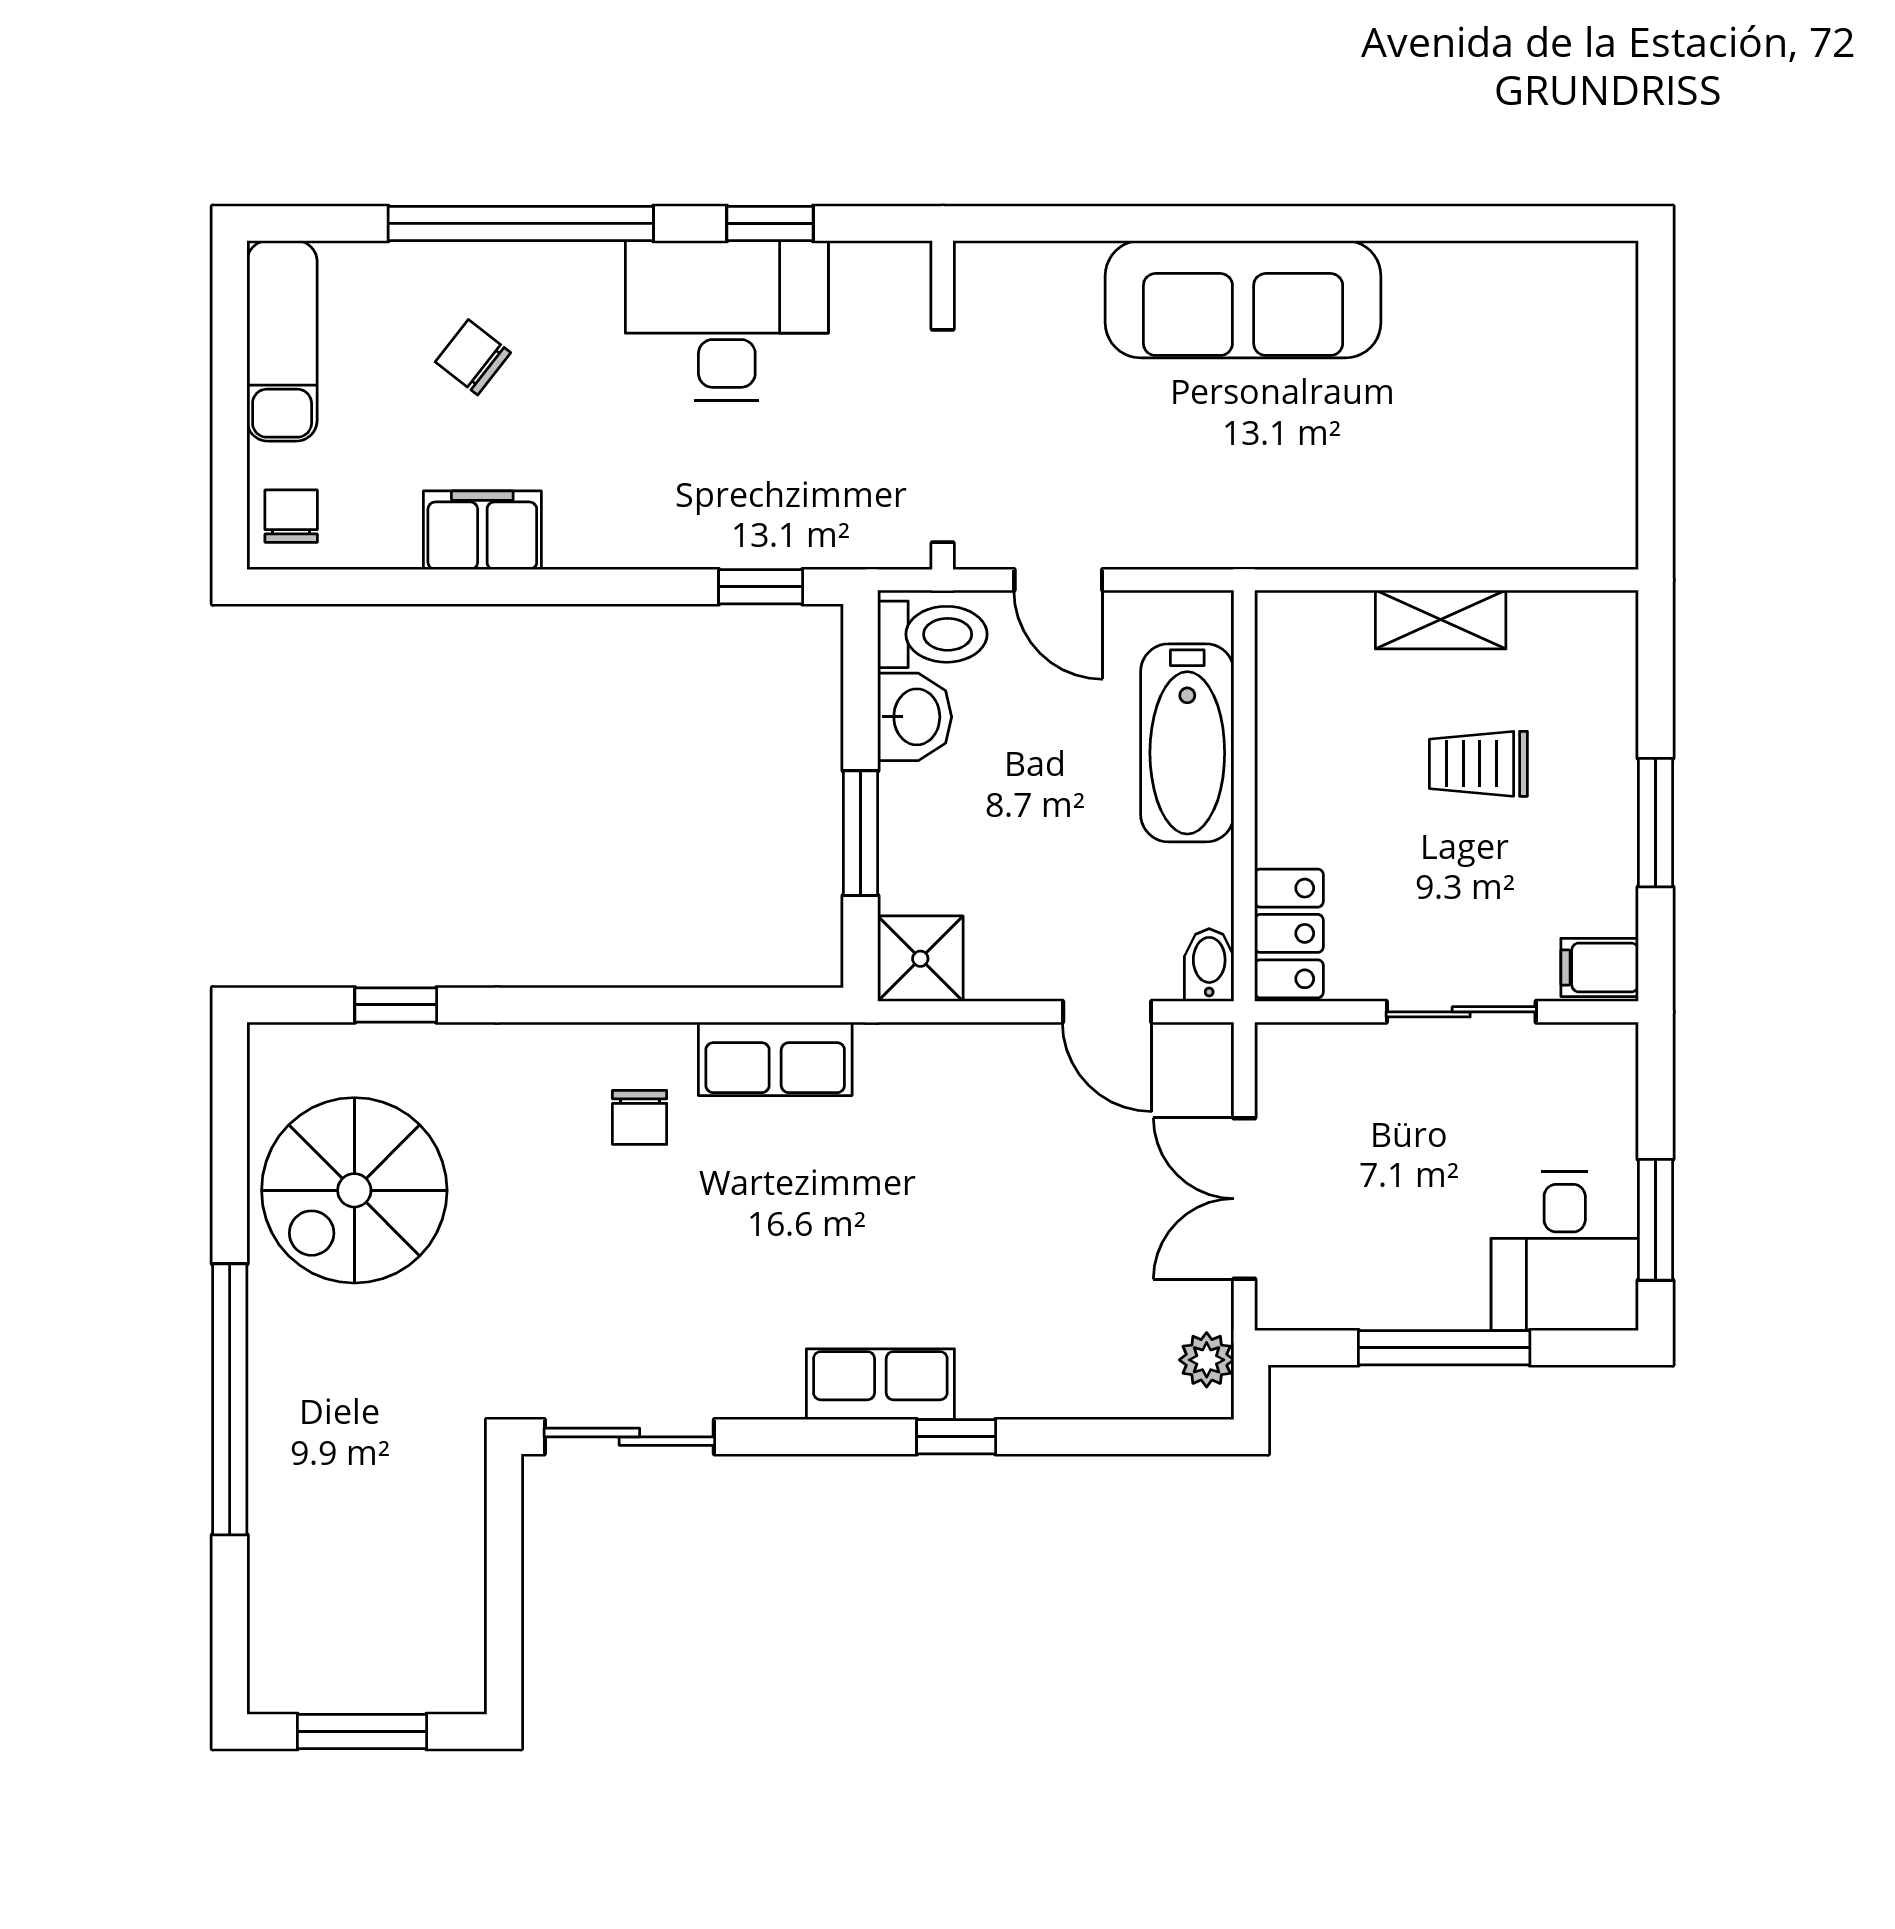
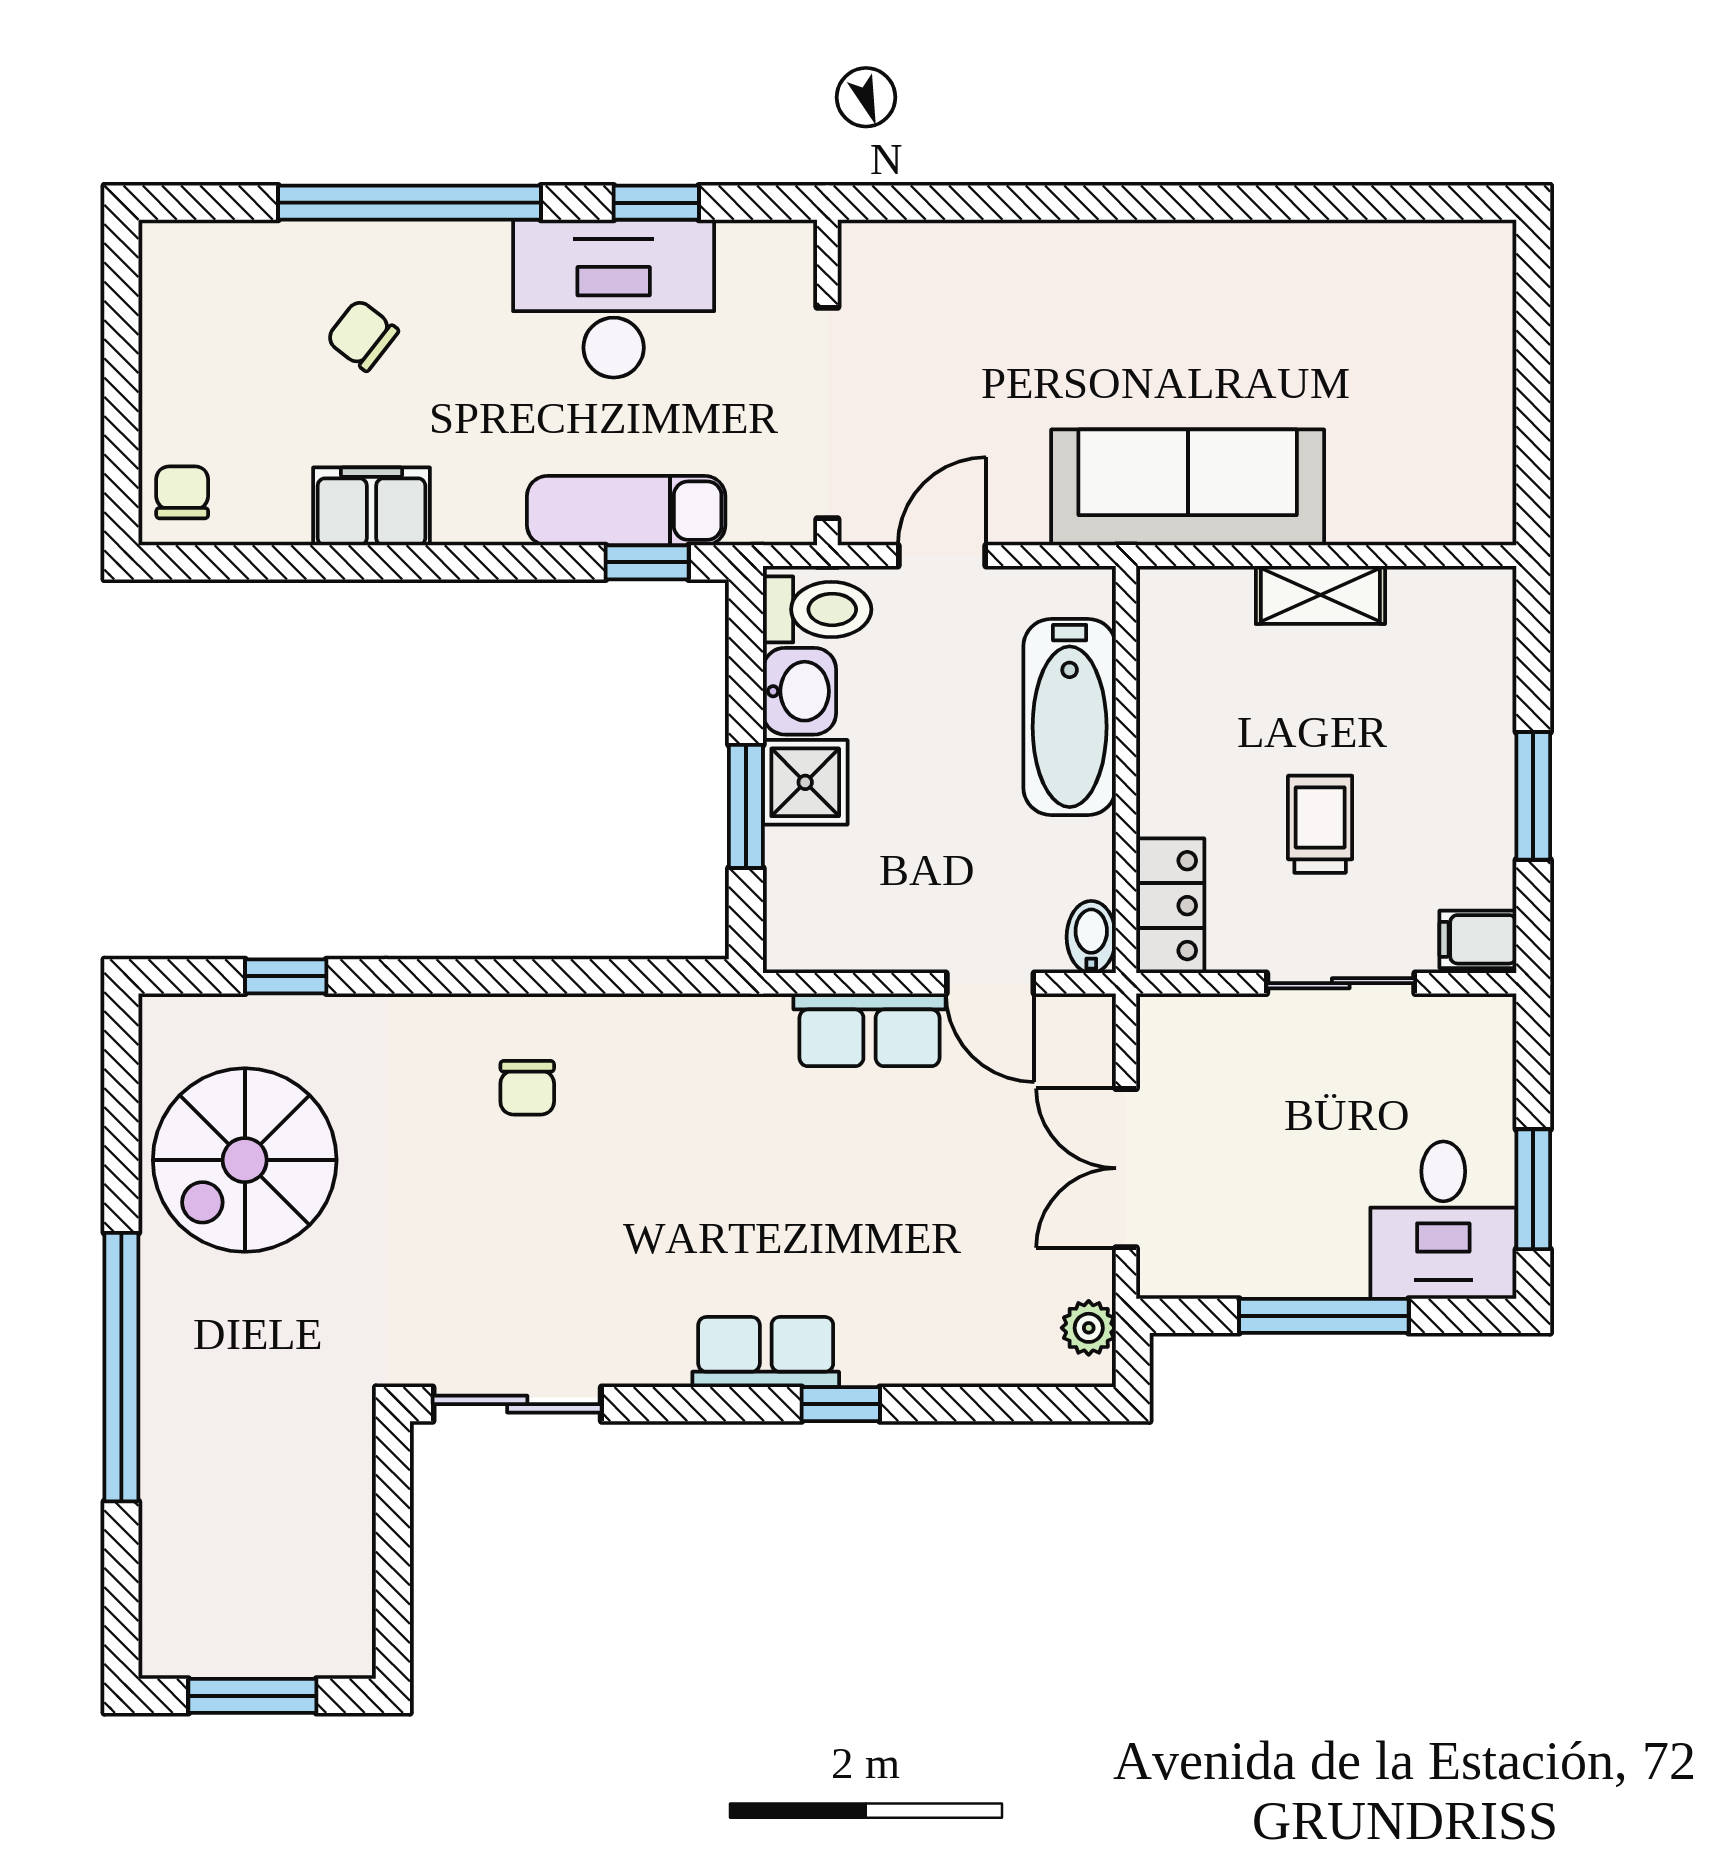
sofa: (1243, 299) -> (1188, 487), moved, turned 180
exam couch: (282, 341) -> (626, 511), moved, turned -90
door: (1058, 580) -> (942, 556), swing flipped
trolley: (1478, 764) -> (1320, 824), moved, turned 90
shower: (920, 959) -> (805, 782), moved
row of seats: (775, 1059) -> (870, 1030), moved

